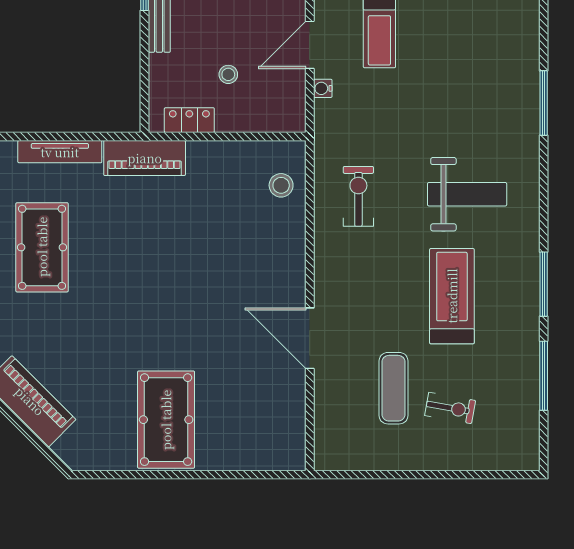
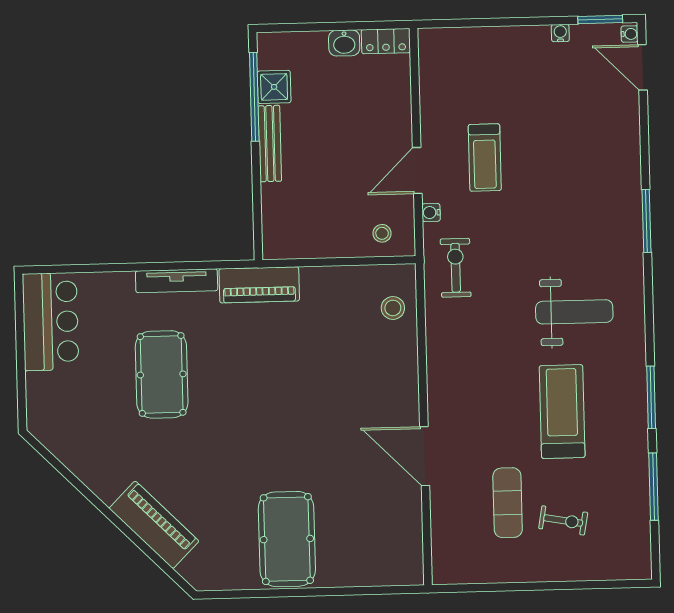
stool: (228, 74) -> (382, 233), moved
locker: (189, 120) -> (302, 247), removed
exercise bike: (358, 196) -> (456, 268), moved

